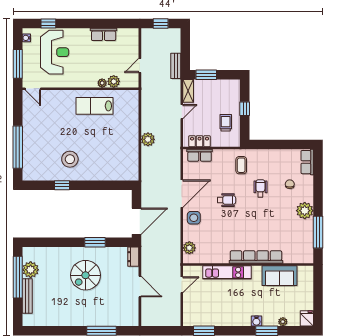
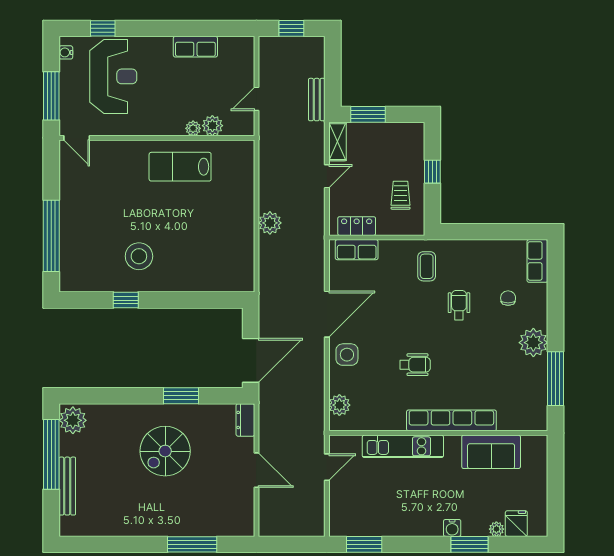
wheelchair: (227, 200) -> (415, 365), moved
plant: (31, 270) -> (73, 420), moved
fridge: (307, 318) -> (516, 524), moved

